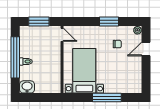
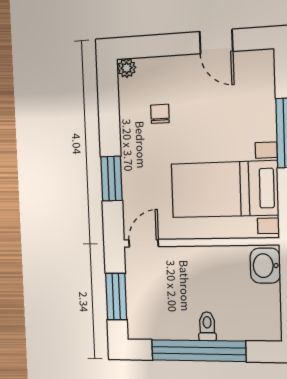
window: (109, 22) -> (111, 179), moved
door: (146, 49) -> (216, 42), moved
washbasin: (27, 87) -> (265, 266), moved

